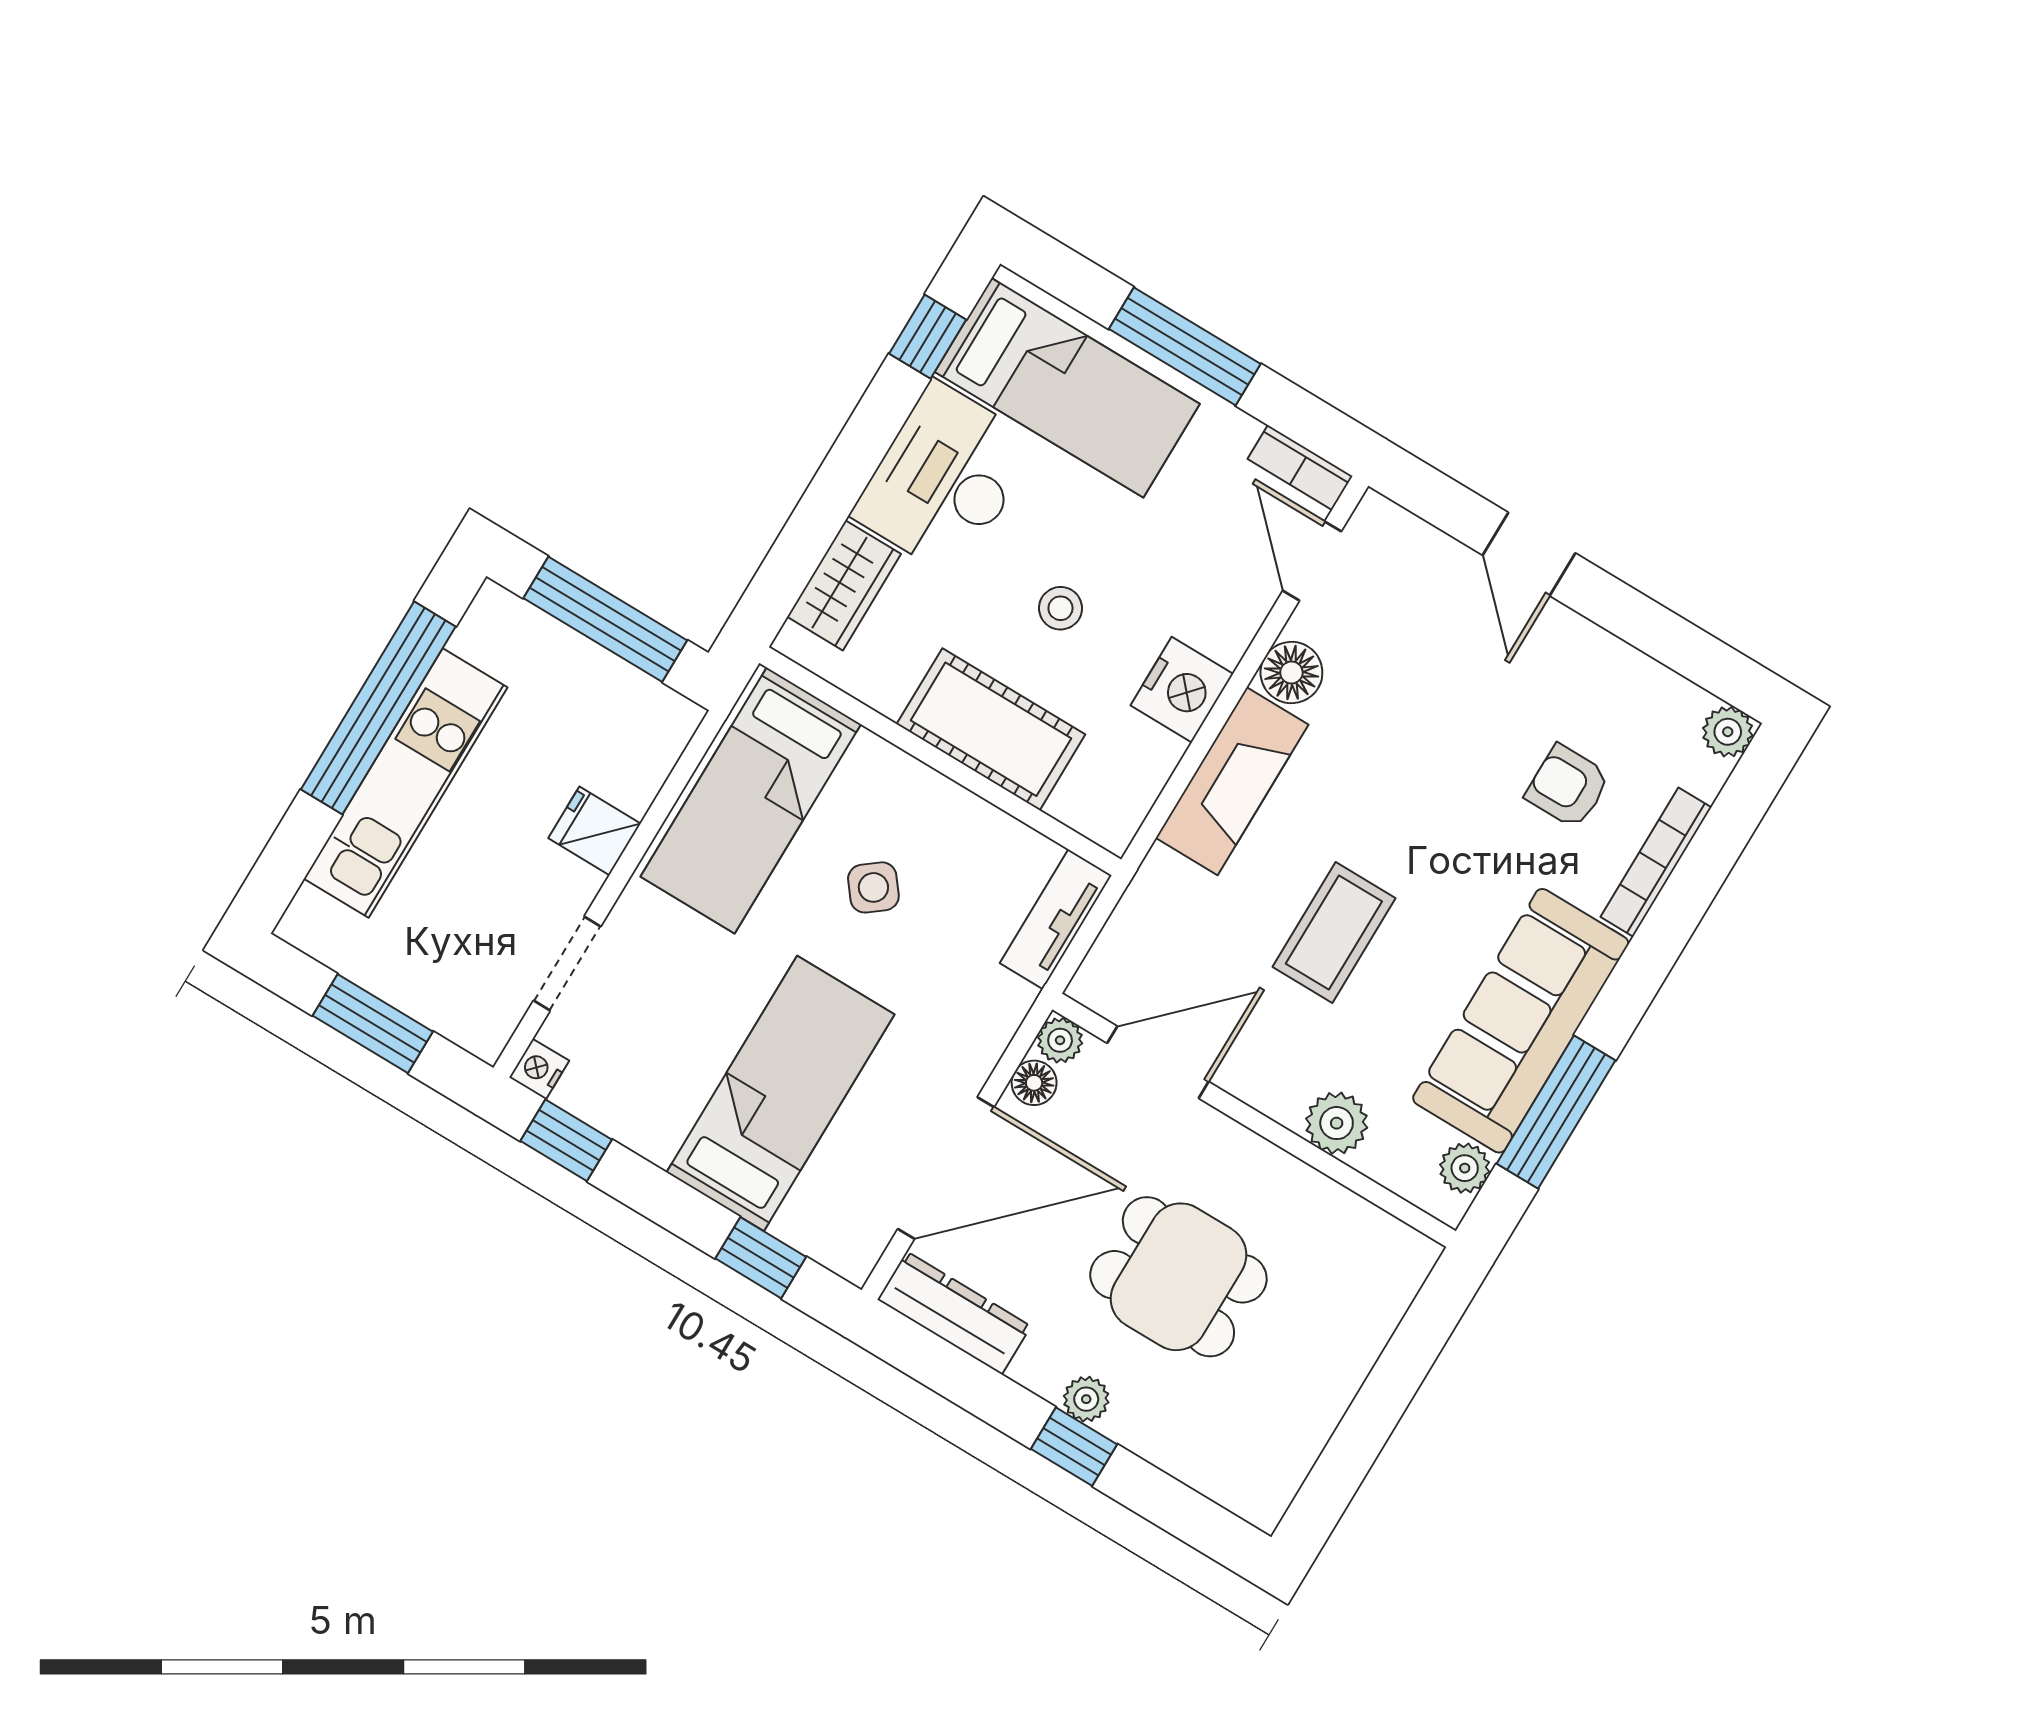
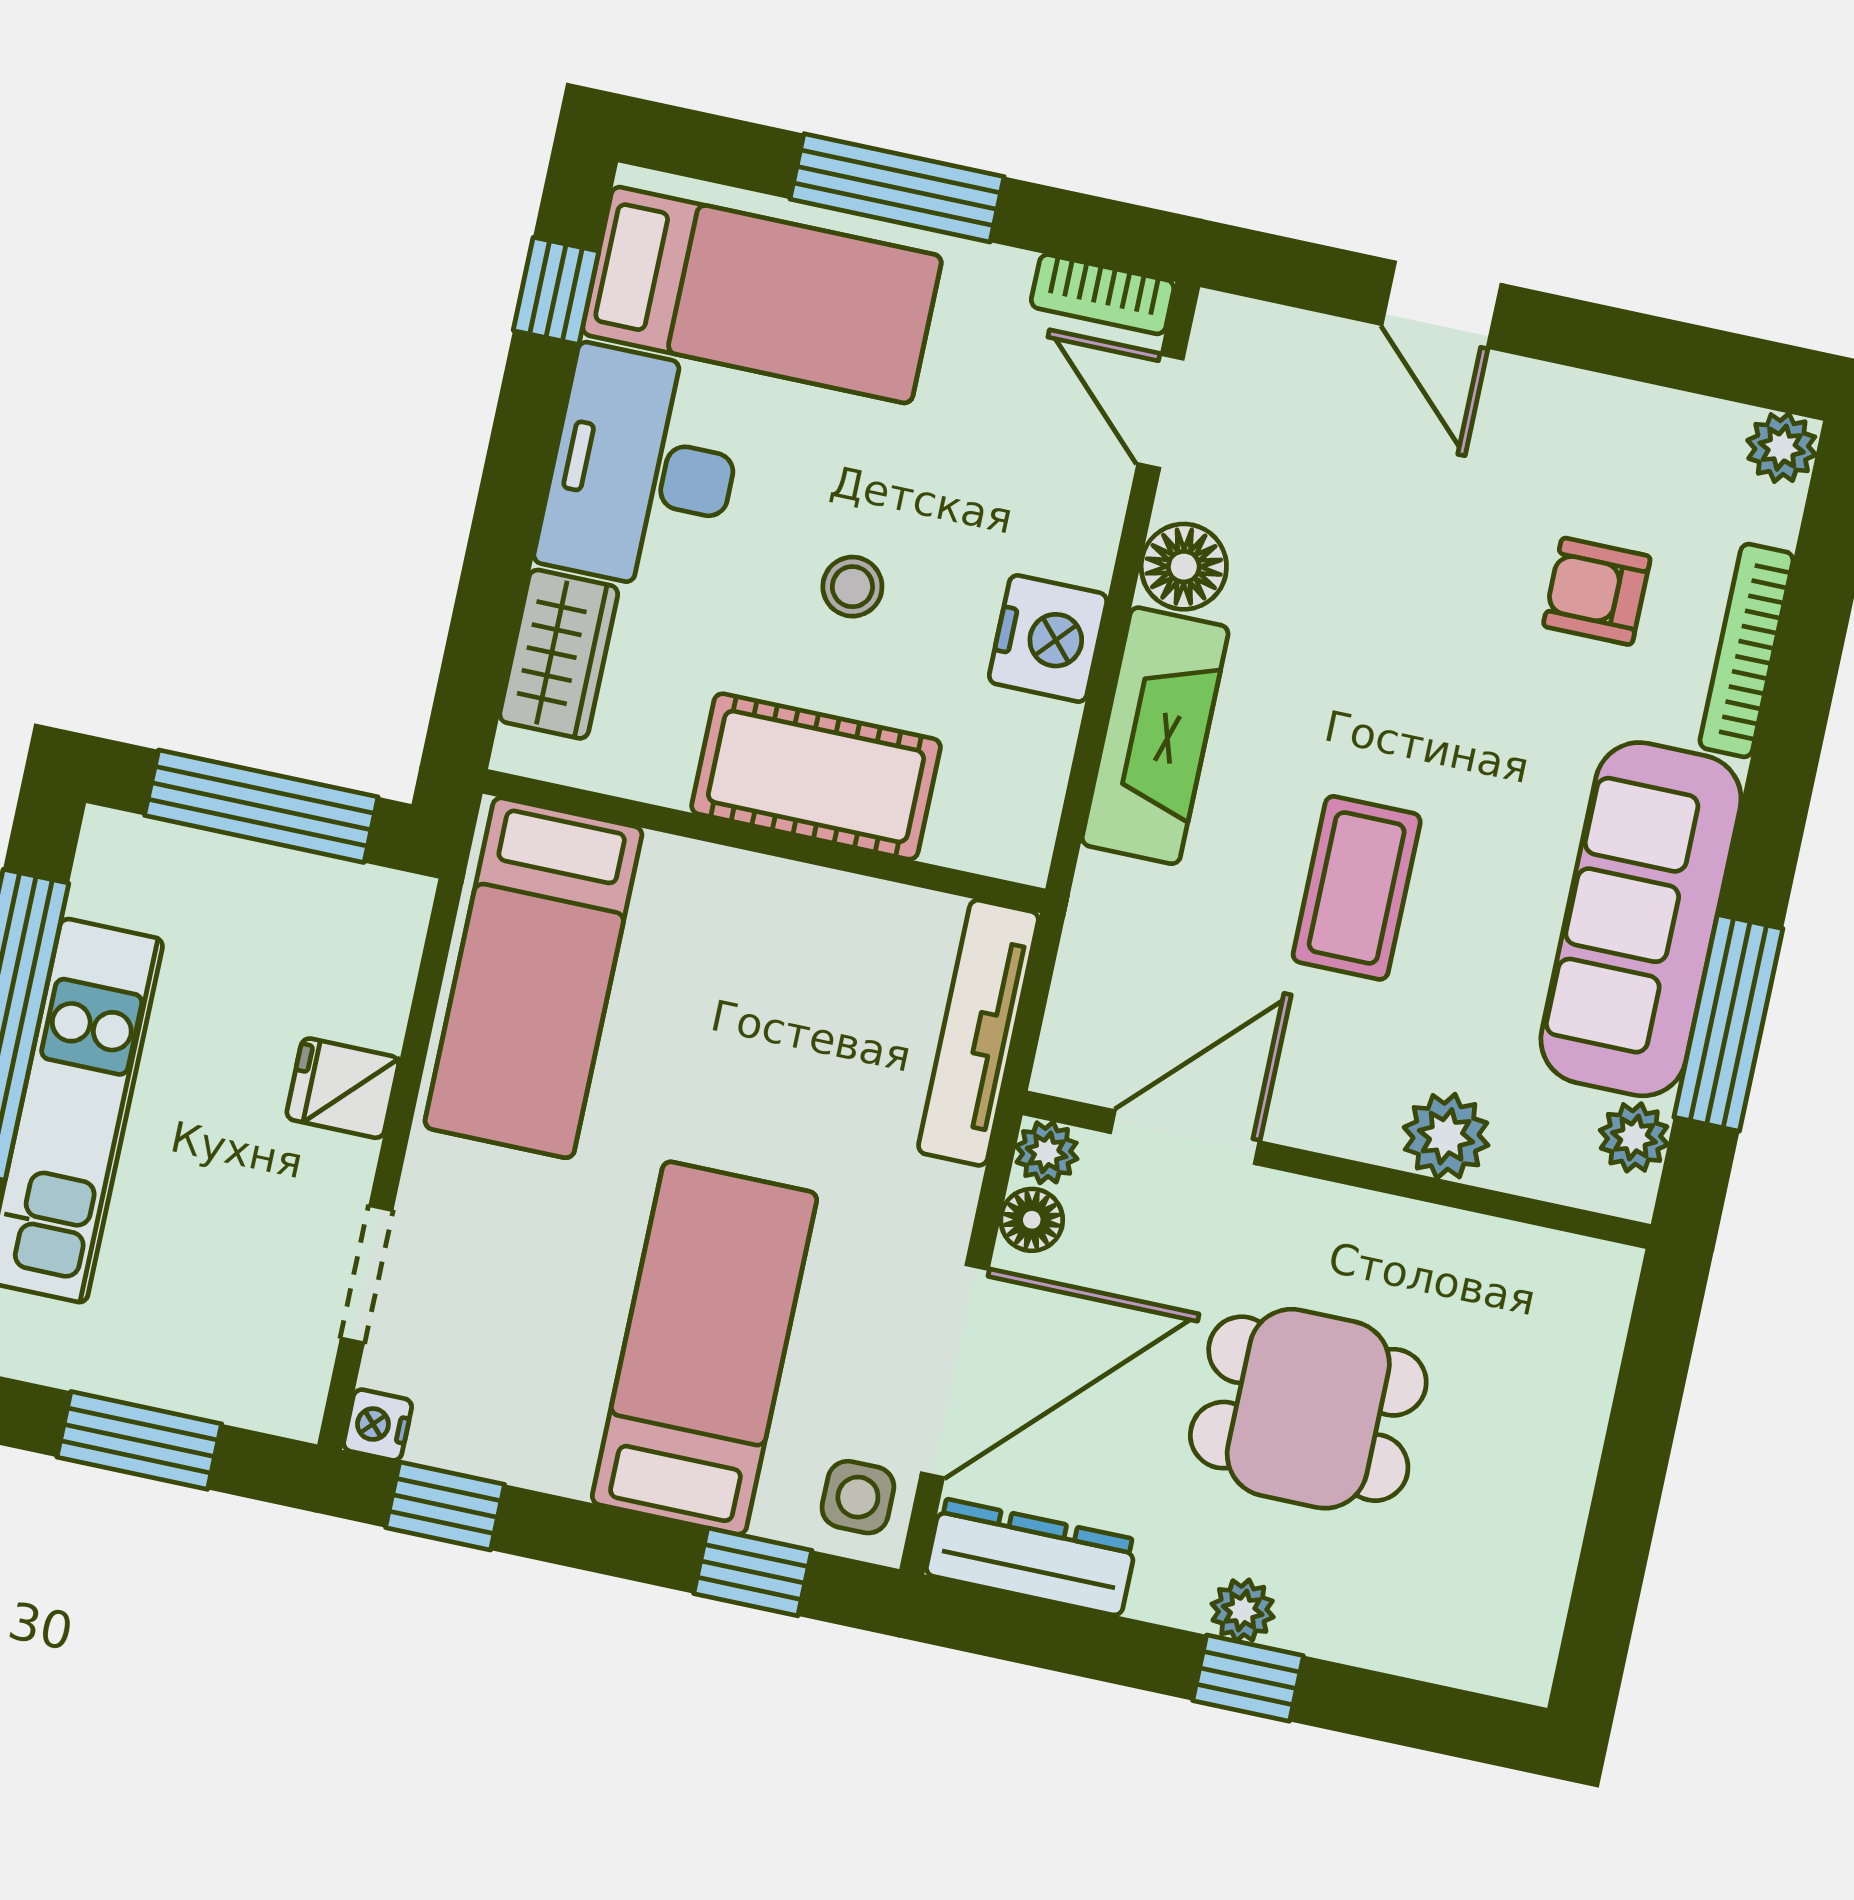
side table: (873, 887) -> (858, 1497), moved, turned 38
tv unit: (1056, 919) -> (978, 1033), width x1.41

